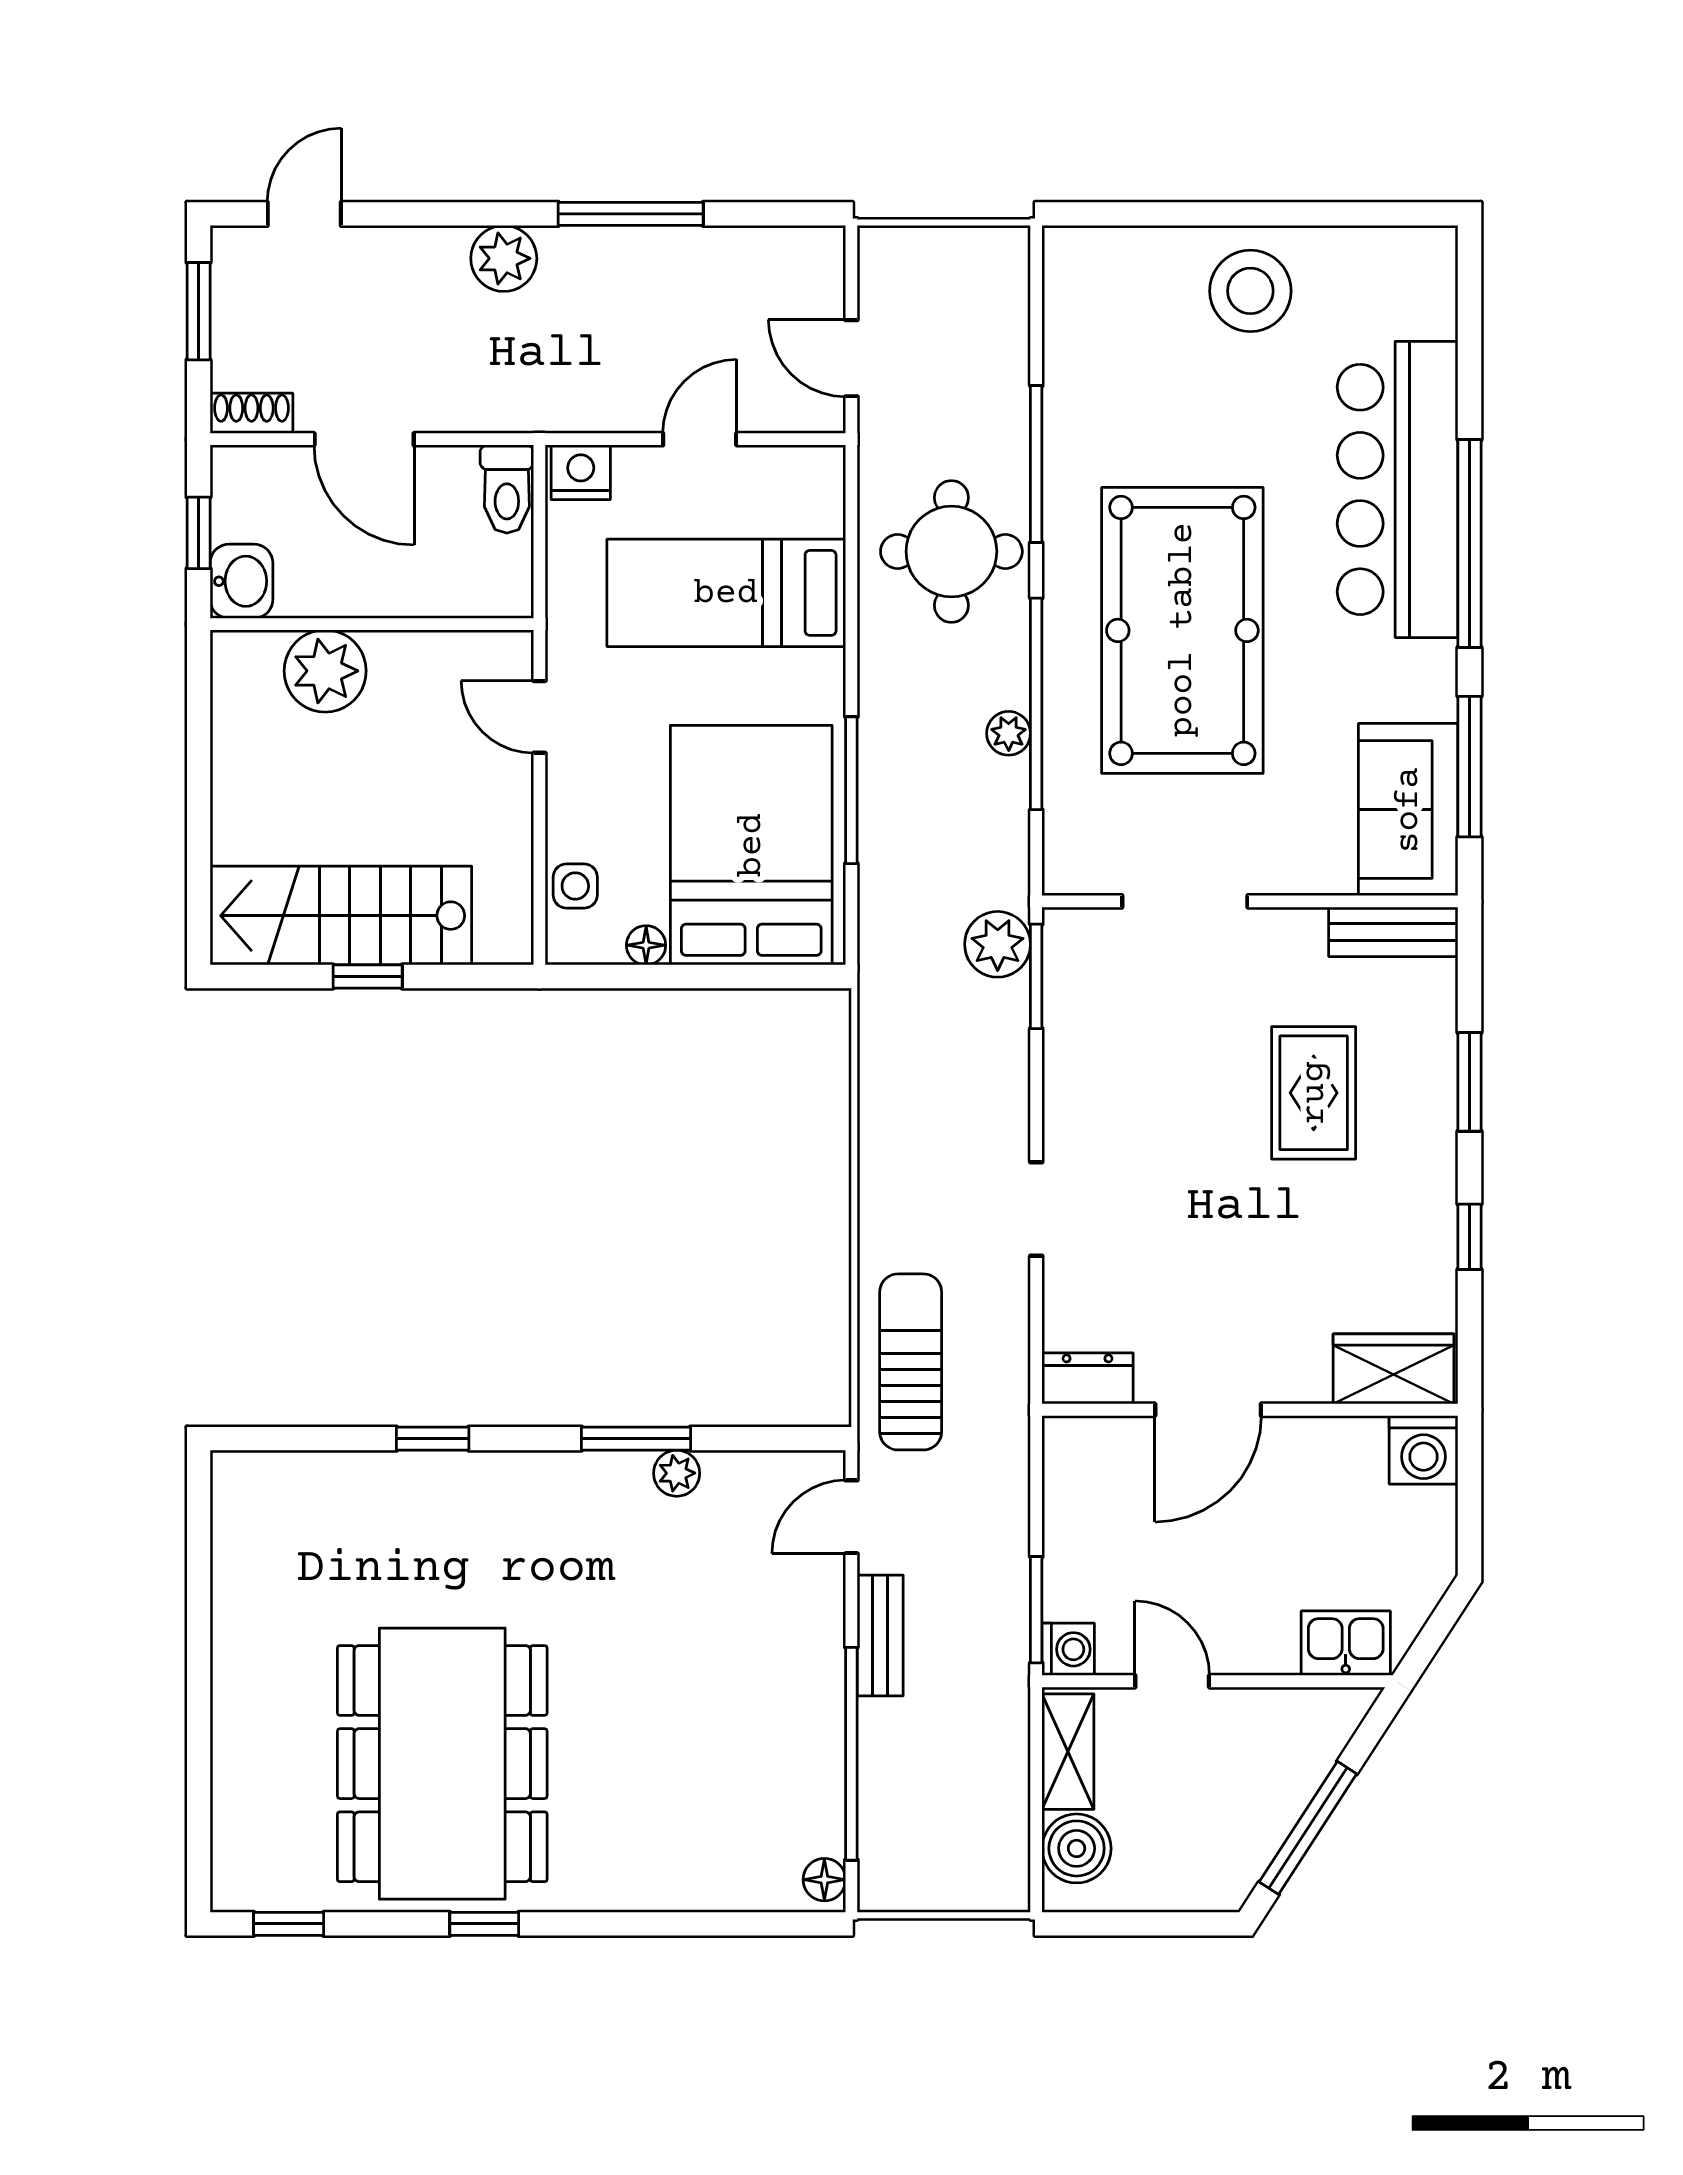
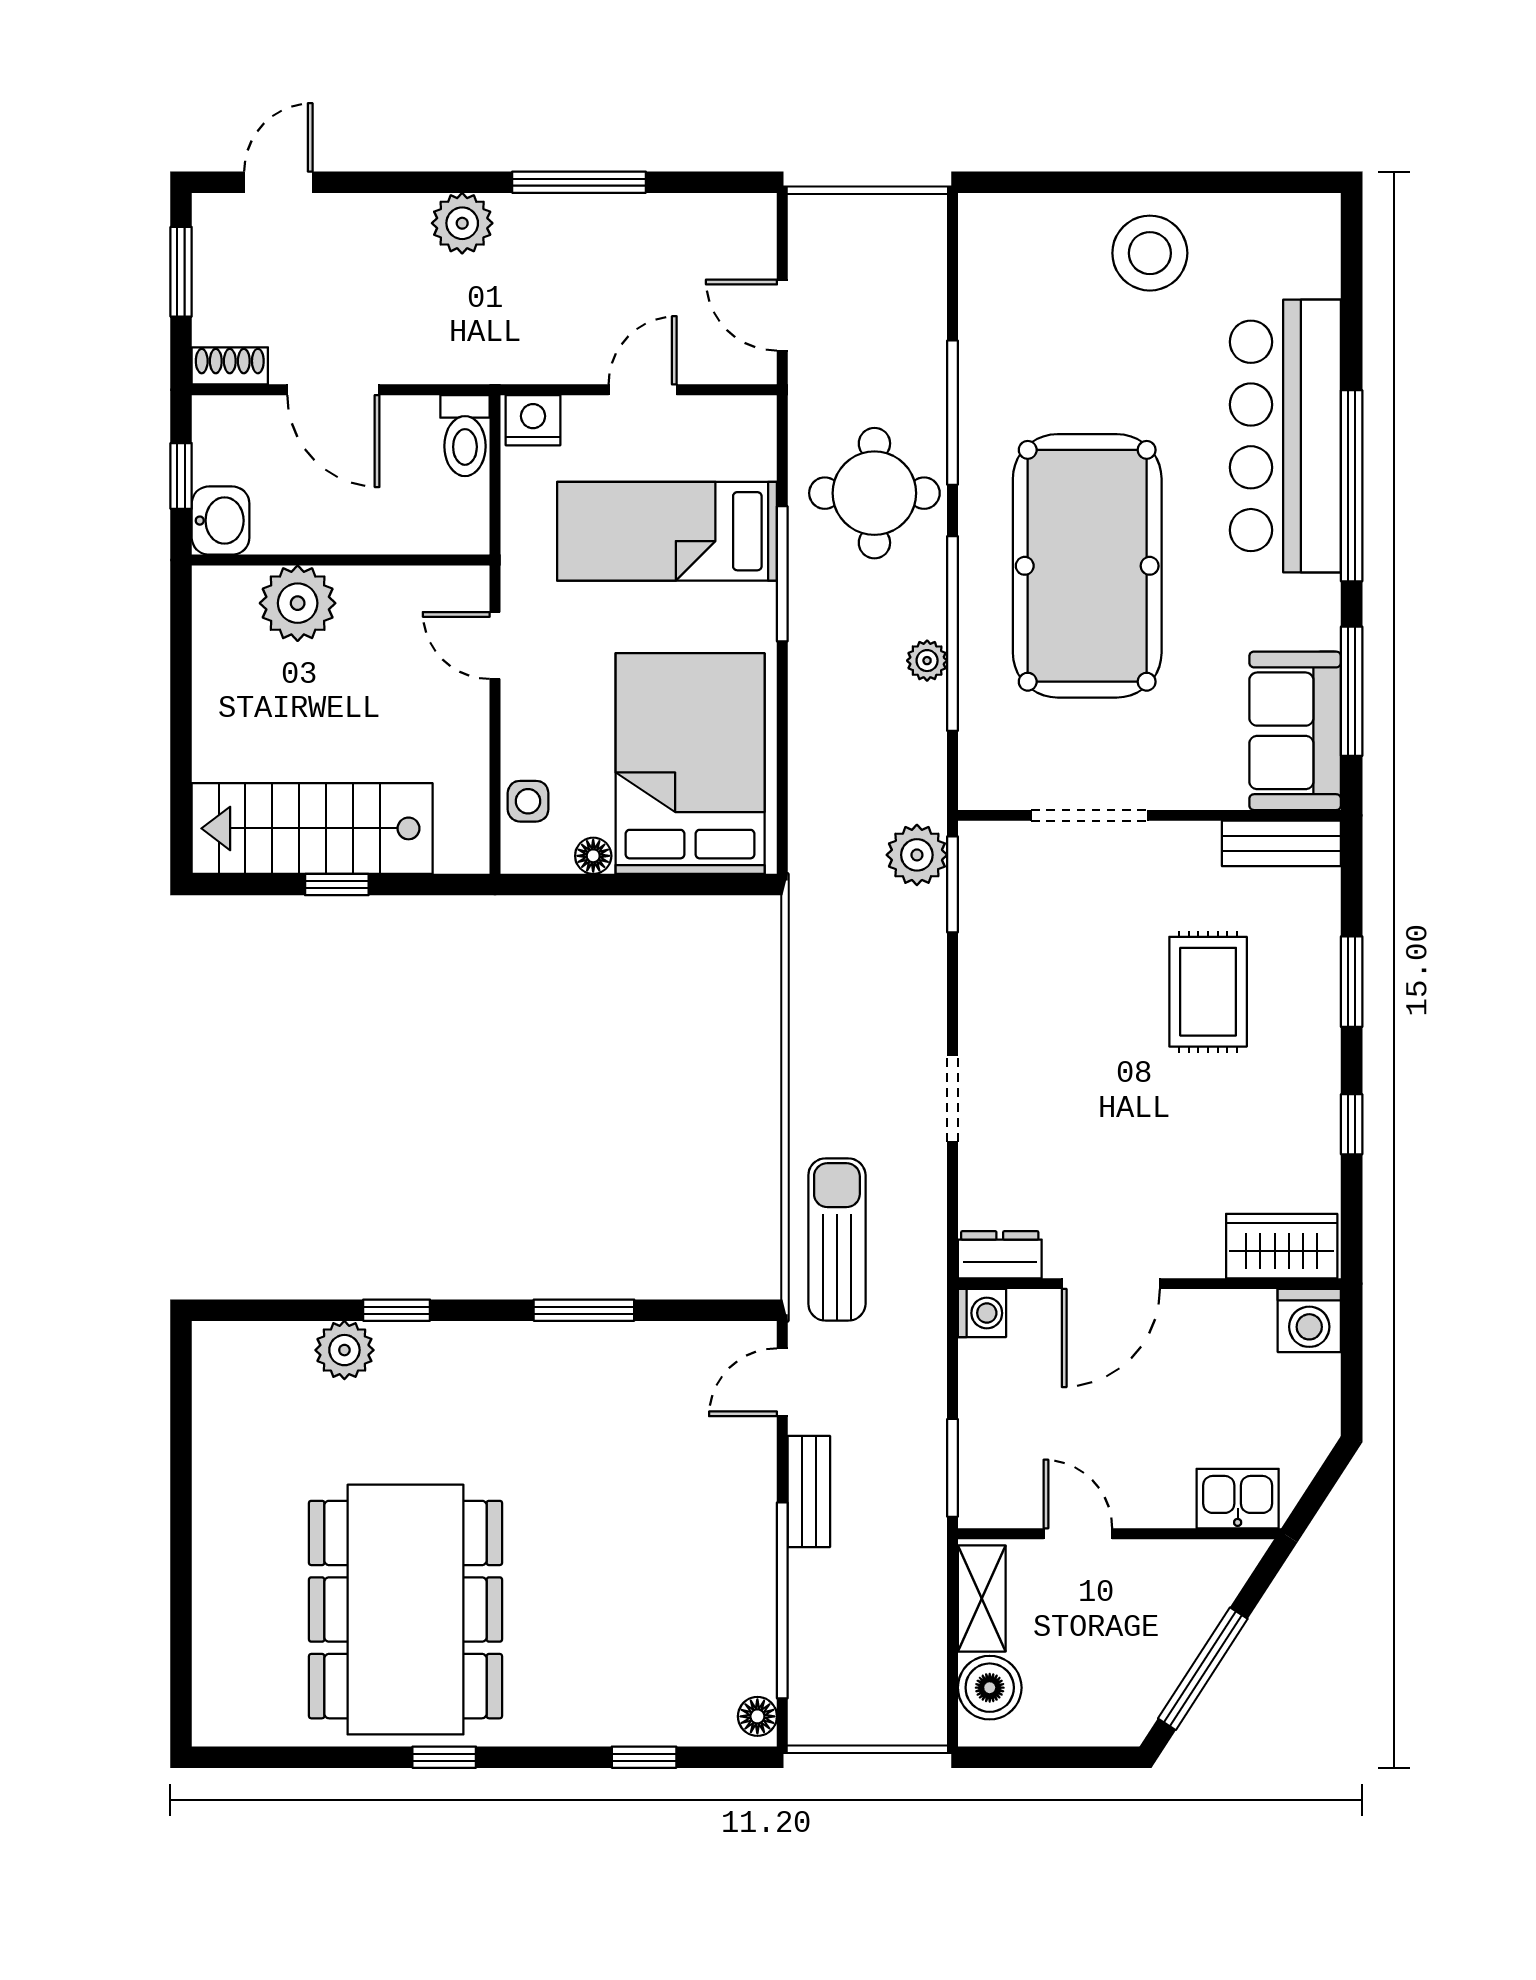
window: (851, 790) -> (782, 574), moved
plant: (677, 1473) -> (344, 1350), moved, width x1.38, depth x1.38
washing machine: (1068, 1649) -> (982, 1313), moved
window: (289, 1924) -> (644, 1757), moved

